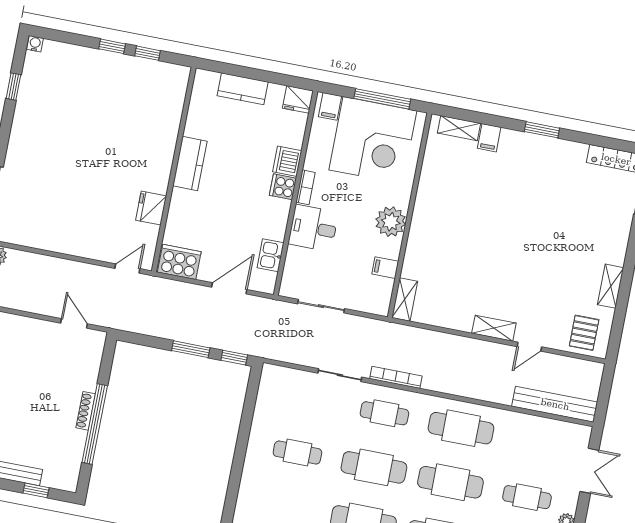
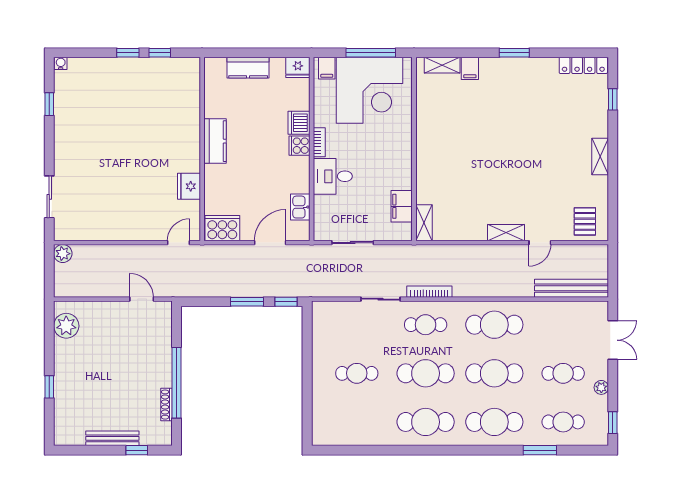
plant: (391, 222) -> (399, 158), removed
filing cabinet: (385, 268) -> (402, 206), width x2.00
shelving: (611, 286) -> (600, 157), moved
shoe rack: (86, 411) -> (166, 405), moved

